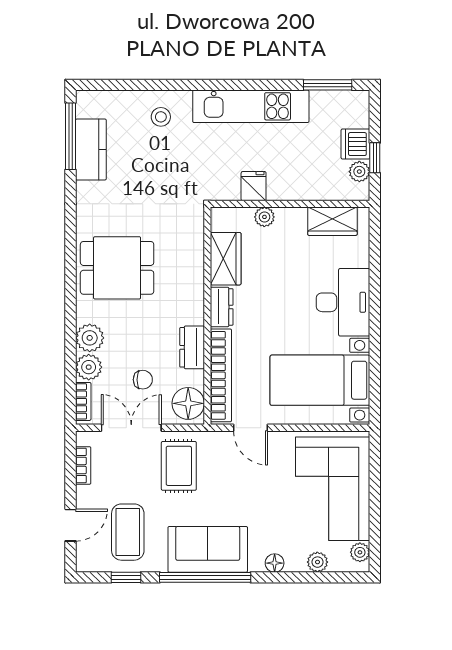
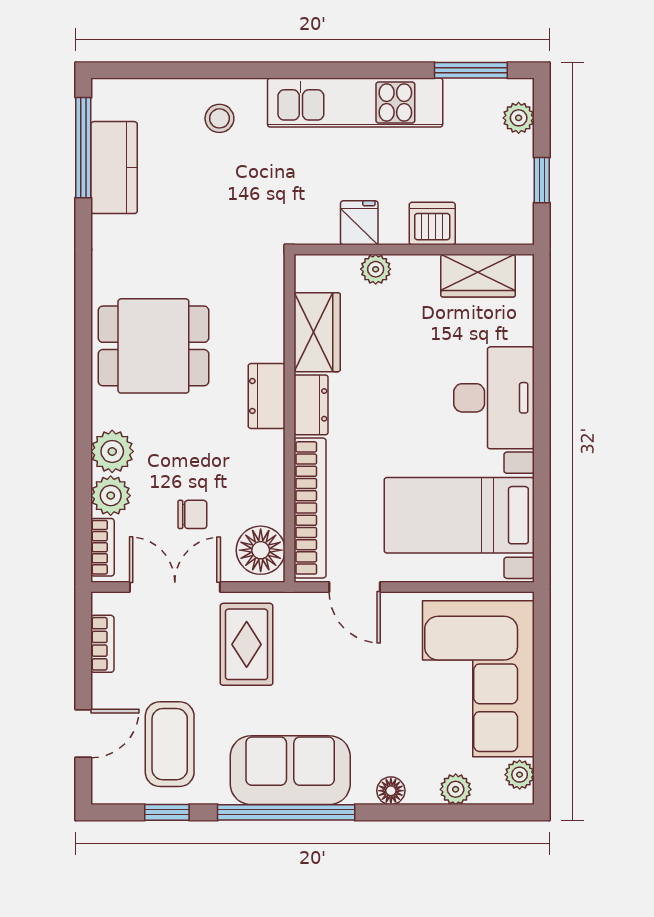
dishwasher: (355, 144) -> (432, 224), moved, turned 90
plant: (359, 172) -> (519, 118), moved
dresser: (192, 347) -> (267, 396), moved

